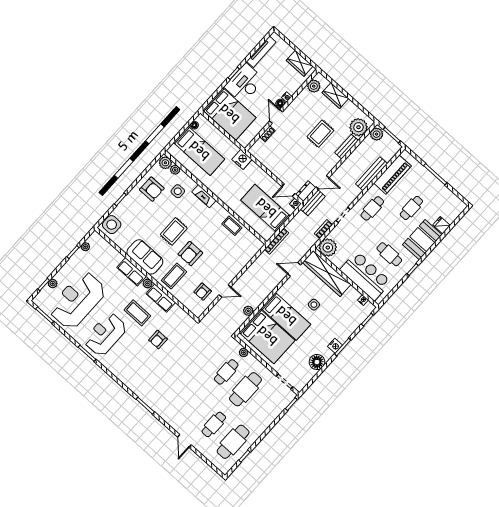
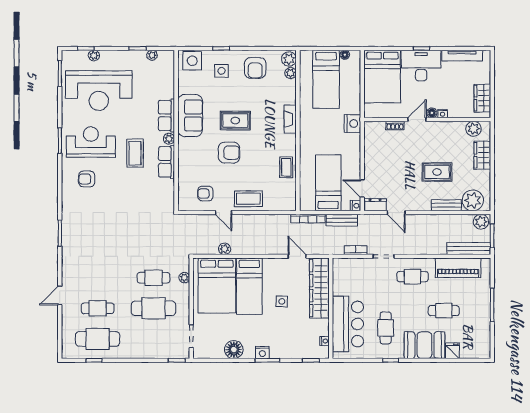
bench: (371, 174) -> (469, 249), moved
side table: (178, 191) -> (221, 71), moved
bench: (313, 203) -> (342, 220), moved
plant: (328, 248) -> (343, 269), removed
armchair: (190, 254) -> (229, 153), turned 180
coffee table: (174, 276) -> (248, 199), moved
reception desk: (77, 300) -> (99, 91), turned 180
armchair: (158, 340) -> (87, 179), moved

